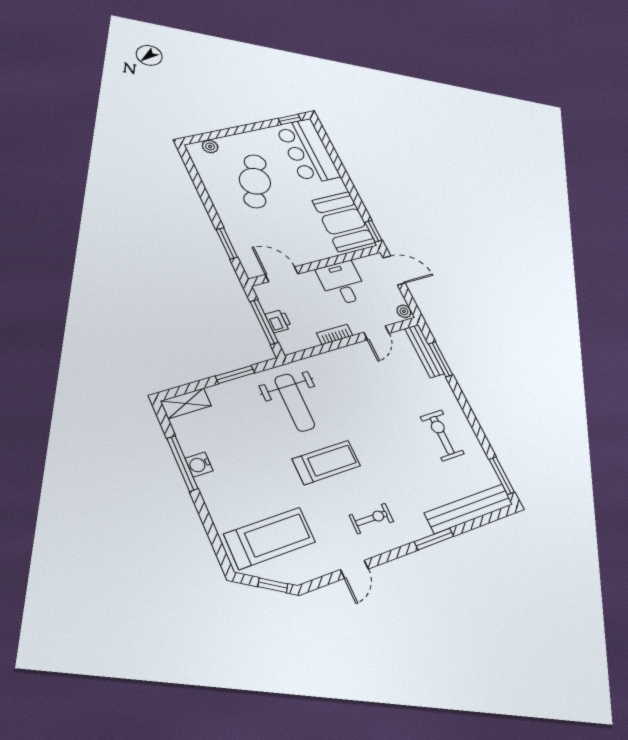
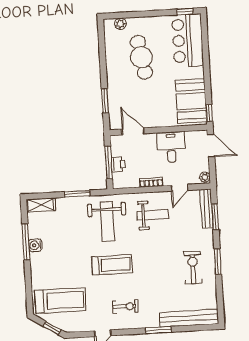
cafe table: (255, 181) -> (141, 57), turned -34
weight bench: (356, 378) -> (153, 215), added
window: (502, 476) -> (218, 261), moved

